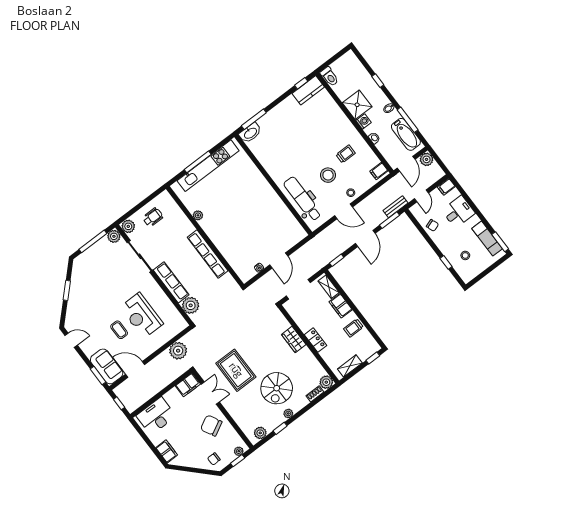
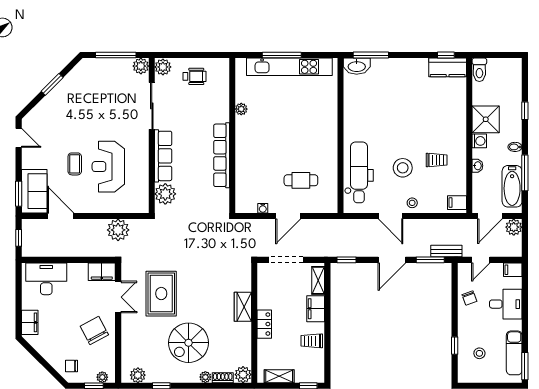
cafe table: (270, 232) -> (301, 180), added
plant: (288, 413) -> (205, 377), moved

